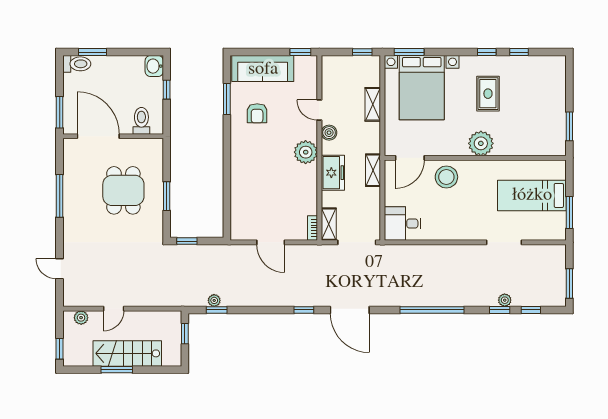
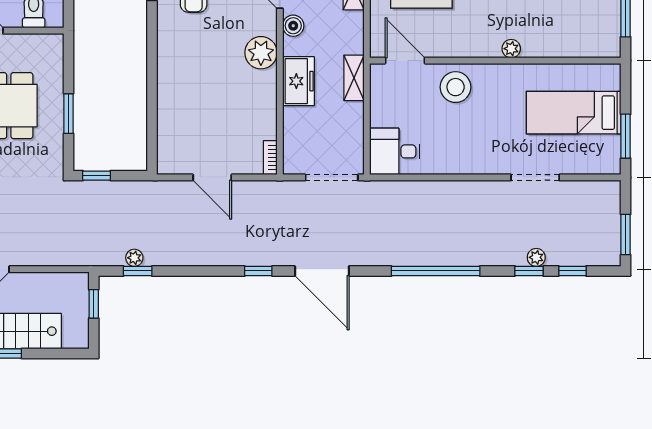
plant: (481, 143) -> (511, 49), width x0.53, depth x0.53
door: (410, 158) -> (405, 61), swing flipped
shelving: (329, 224) -> (293, 152), removed

